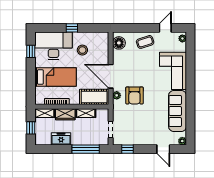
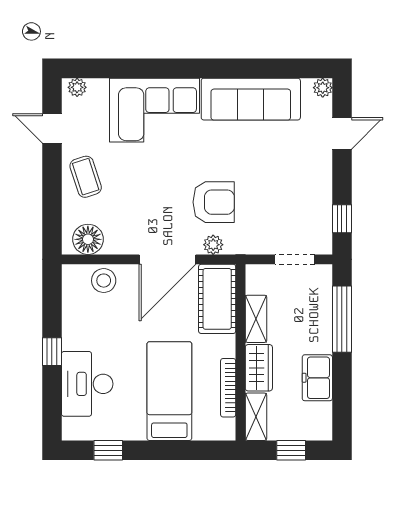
desk: (54, 46) -> (87, 384), width x0.73, depth x0.77
stool: (82, 50) -> (104, 281), moved

